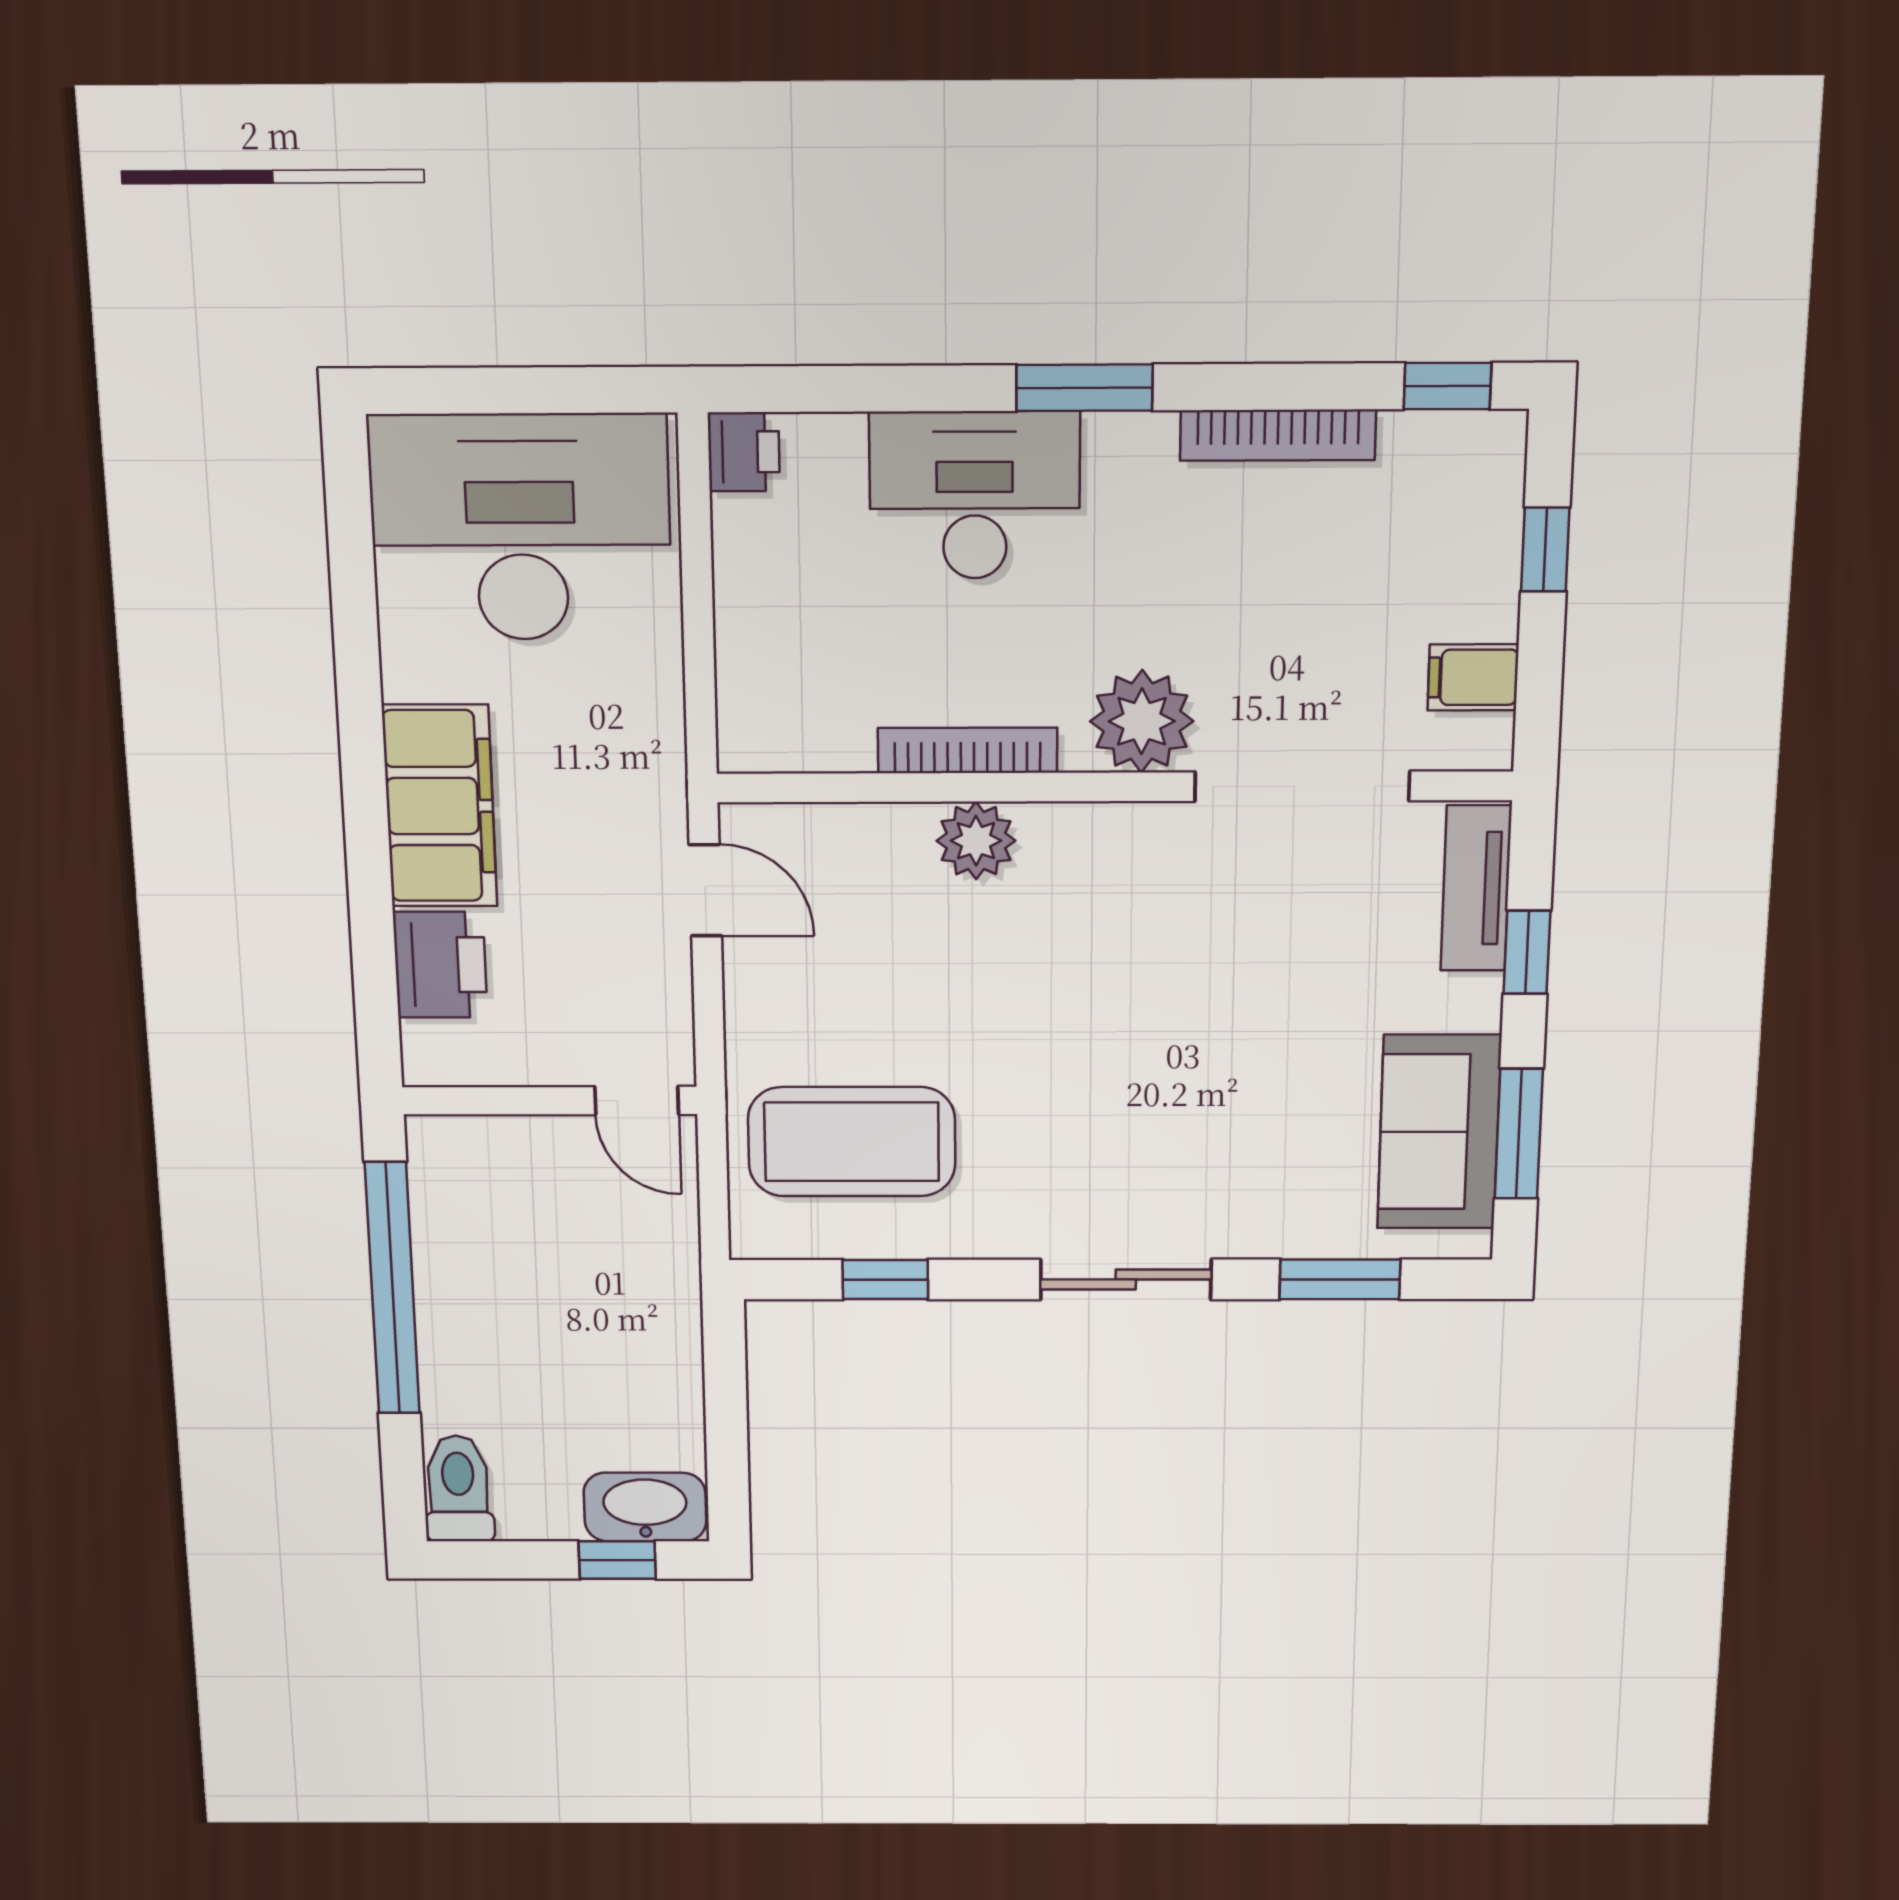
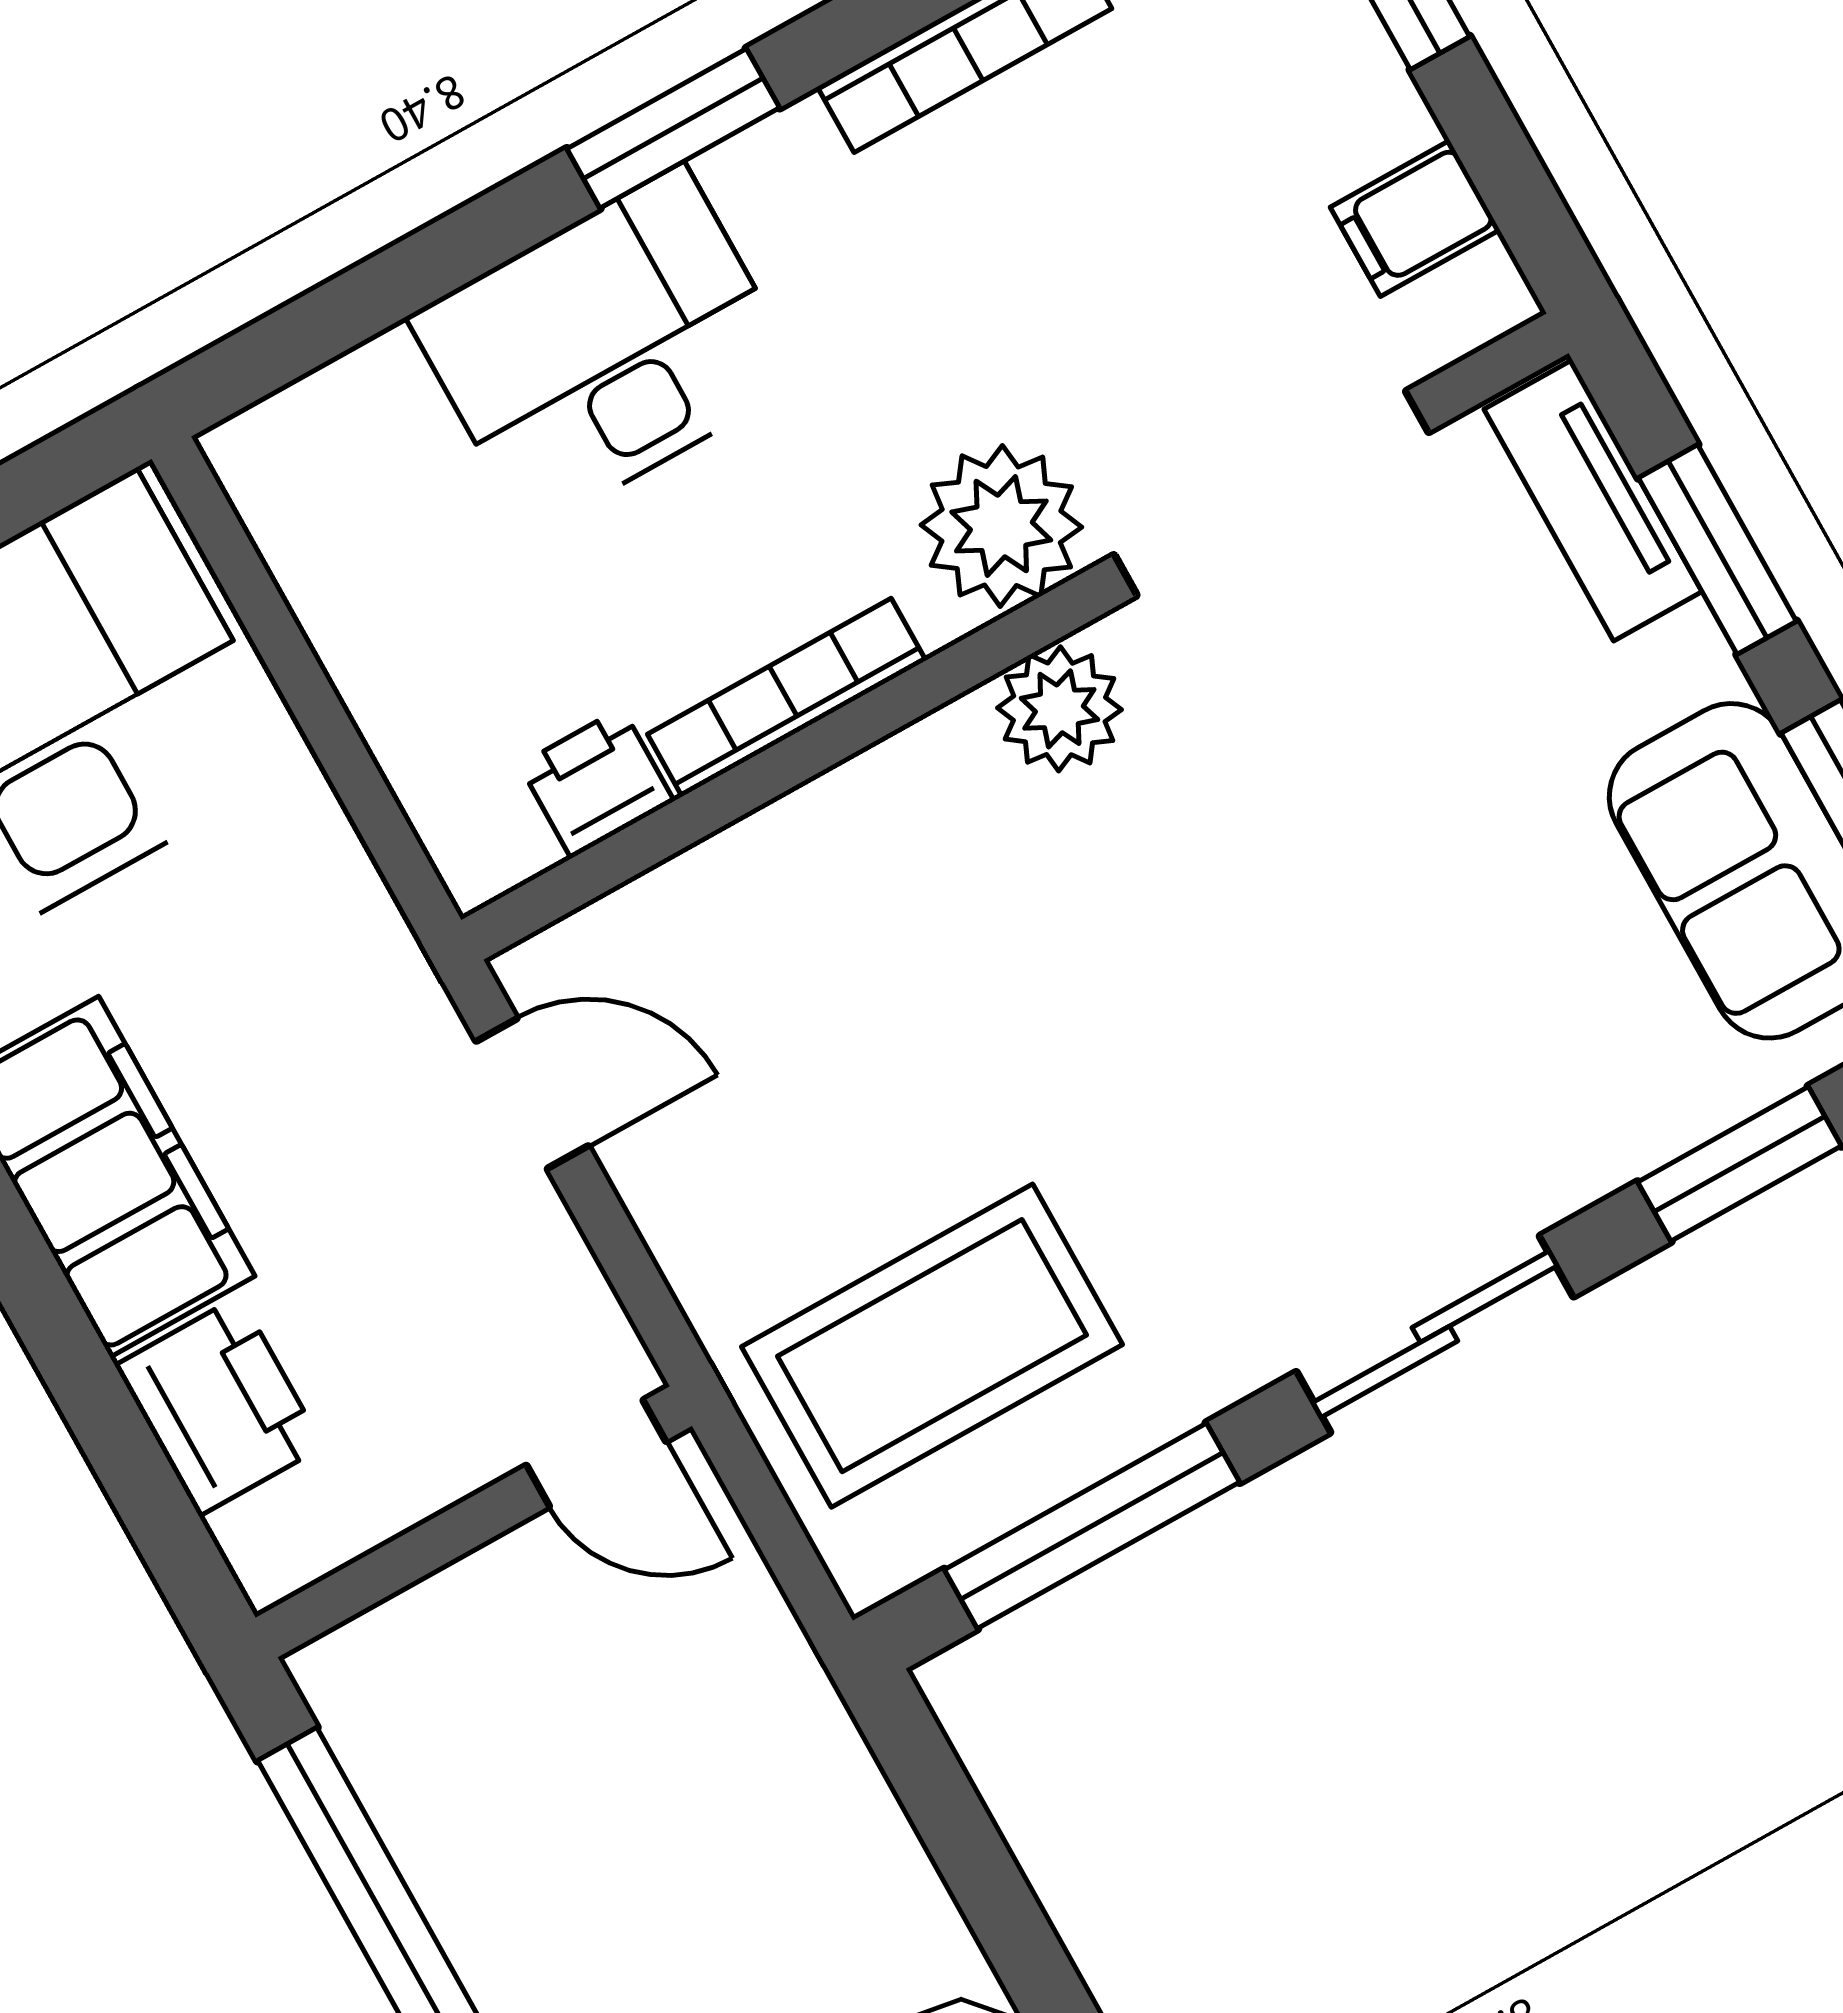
printer: (744, 452) -> (597, 783), moved, turned -90
plant: (976, 841) -> (1059, 709), moved
window: (1527, 952) -> (1717, 550), width x1.50
window: (885, 1280) -> (1092, 1526), width x2.17

